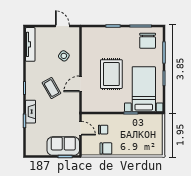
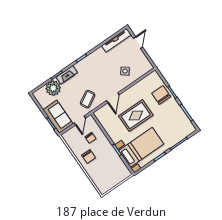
door: (62, 26) -> (138, 43), moved
chair: (148, 41) -> (161, 95), moved, turned 90
door: (81, 84) -> (113, 98), swing flipped
coffee table: (51, 88) -> (88, 99), moved
plant: (34, 132) -> (53, 88), added
chair: (106, 148) -> (89, 157), moved

